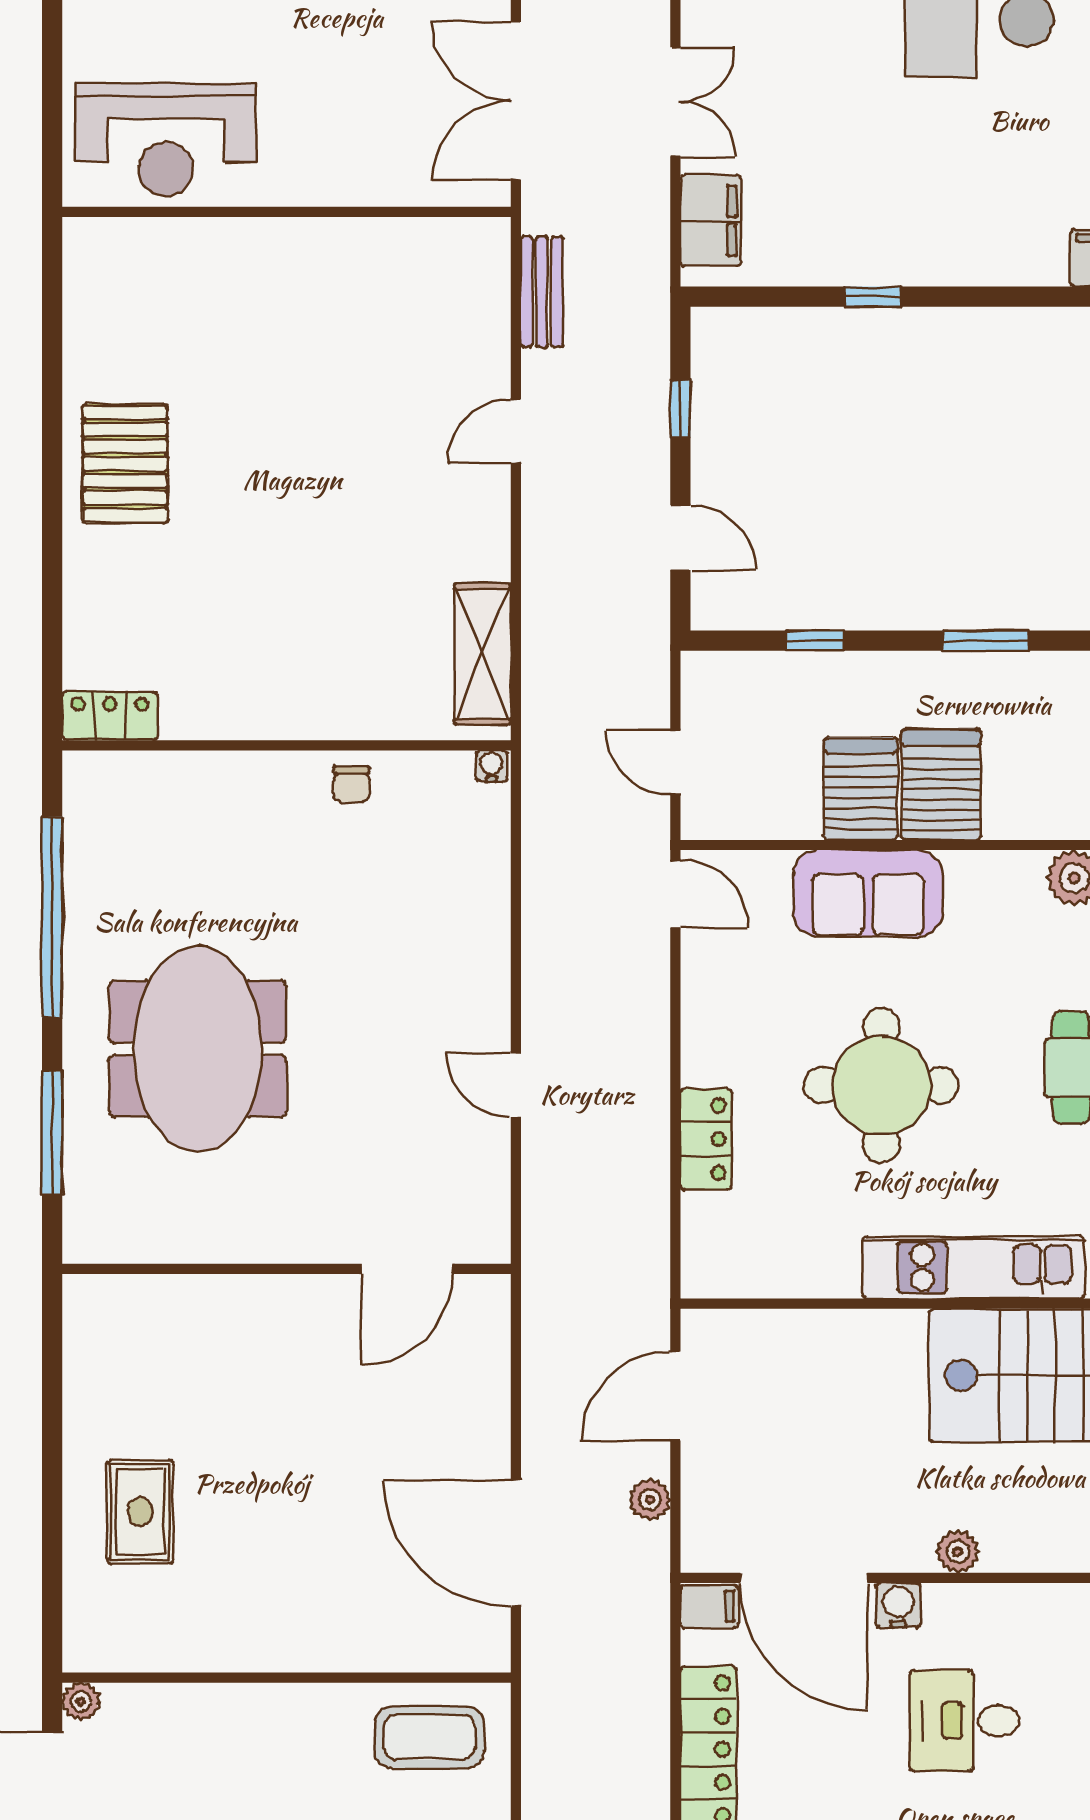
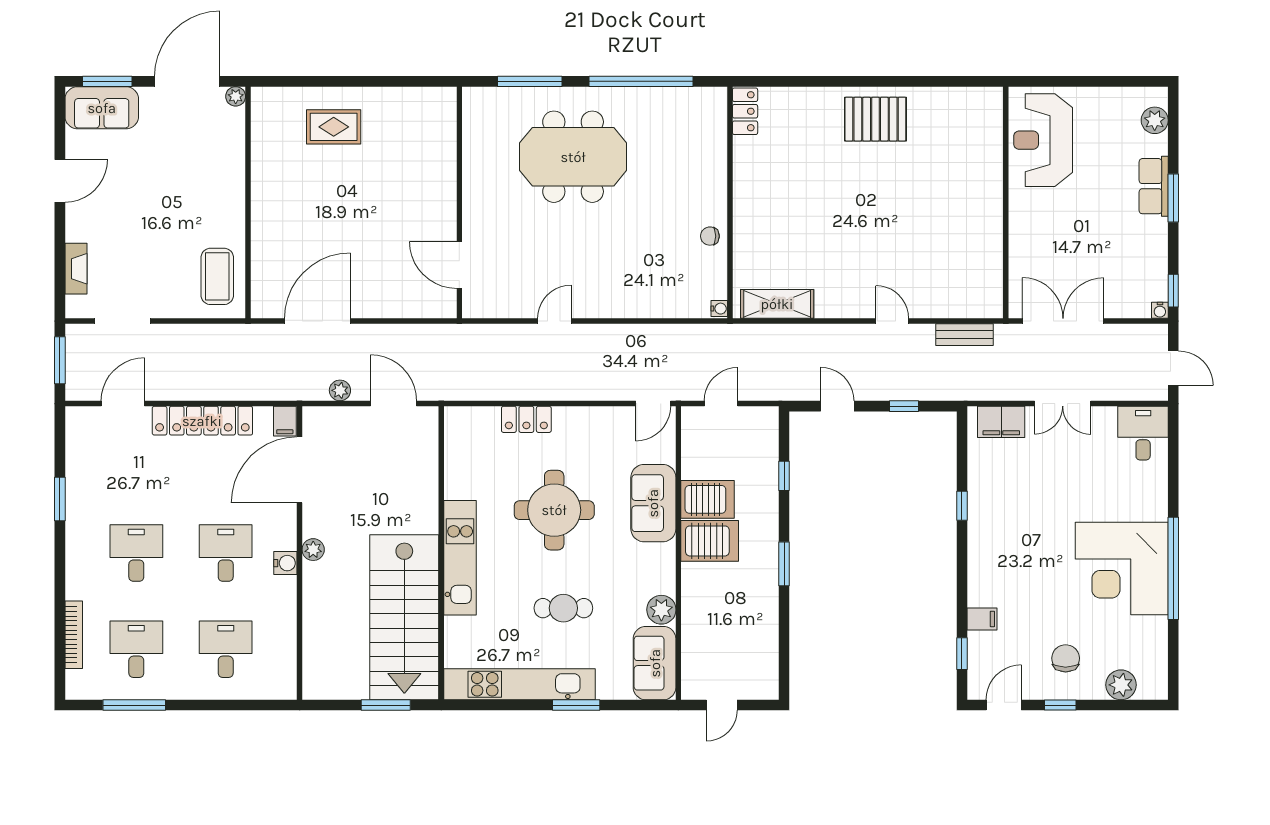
door: (680, 538) -> (837, 406), swing flipped
water cooler: (898, 1605) -> (285, 563), moved

